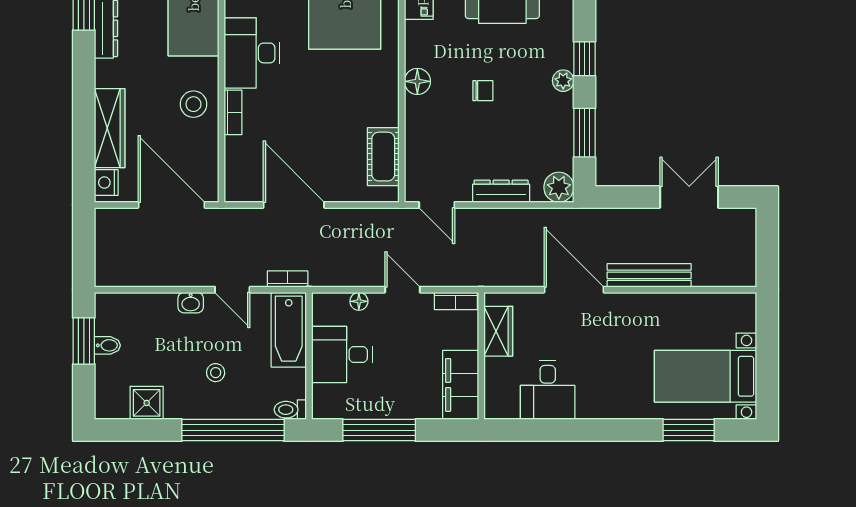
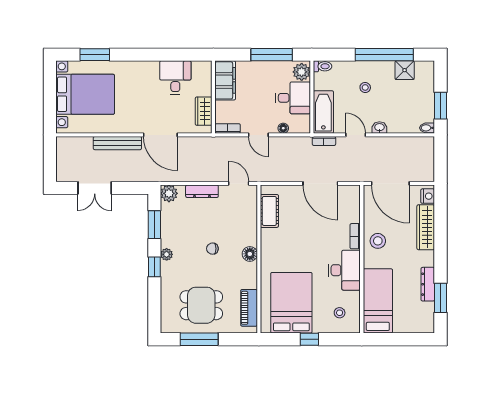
bidet: (107, 345) -> (427, 128), moved
bed with nightstands: (706, 376) -> (85, 94), width x1.36
plant: (327, 400) -> (302, 72), added
window: (233, 430) -> (384, 55), moved

